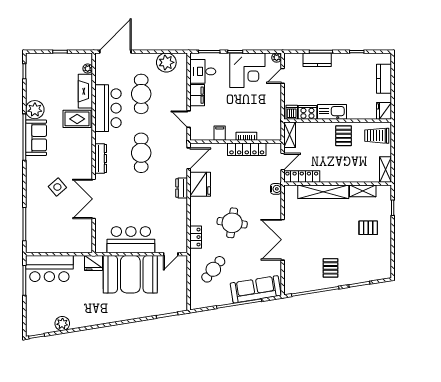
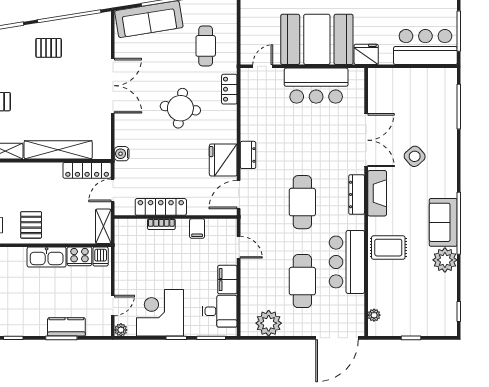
fireplace: (85, 91) -> (377, 193), moved
pallet: (330, 268) -> (49, 48), turned 90
cafe table: (213, 269) -> (206, 46), turned -39

